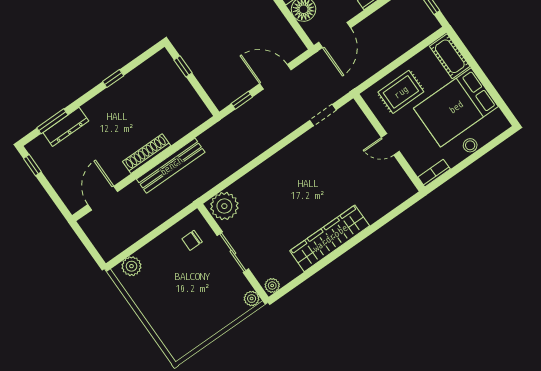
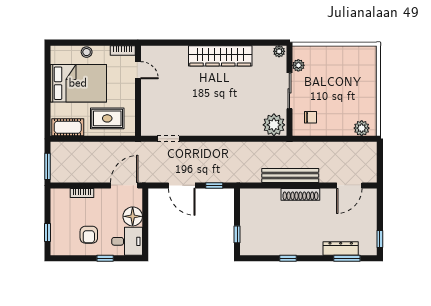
cot: (450, 56) -> (68, 127), moved, turned 90
door: (390, 144) -> (138, 70), moved
plant: (252, 299) -> (298, 65), moved

